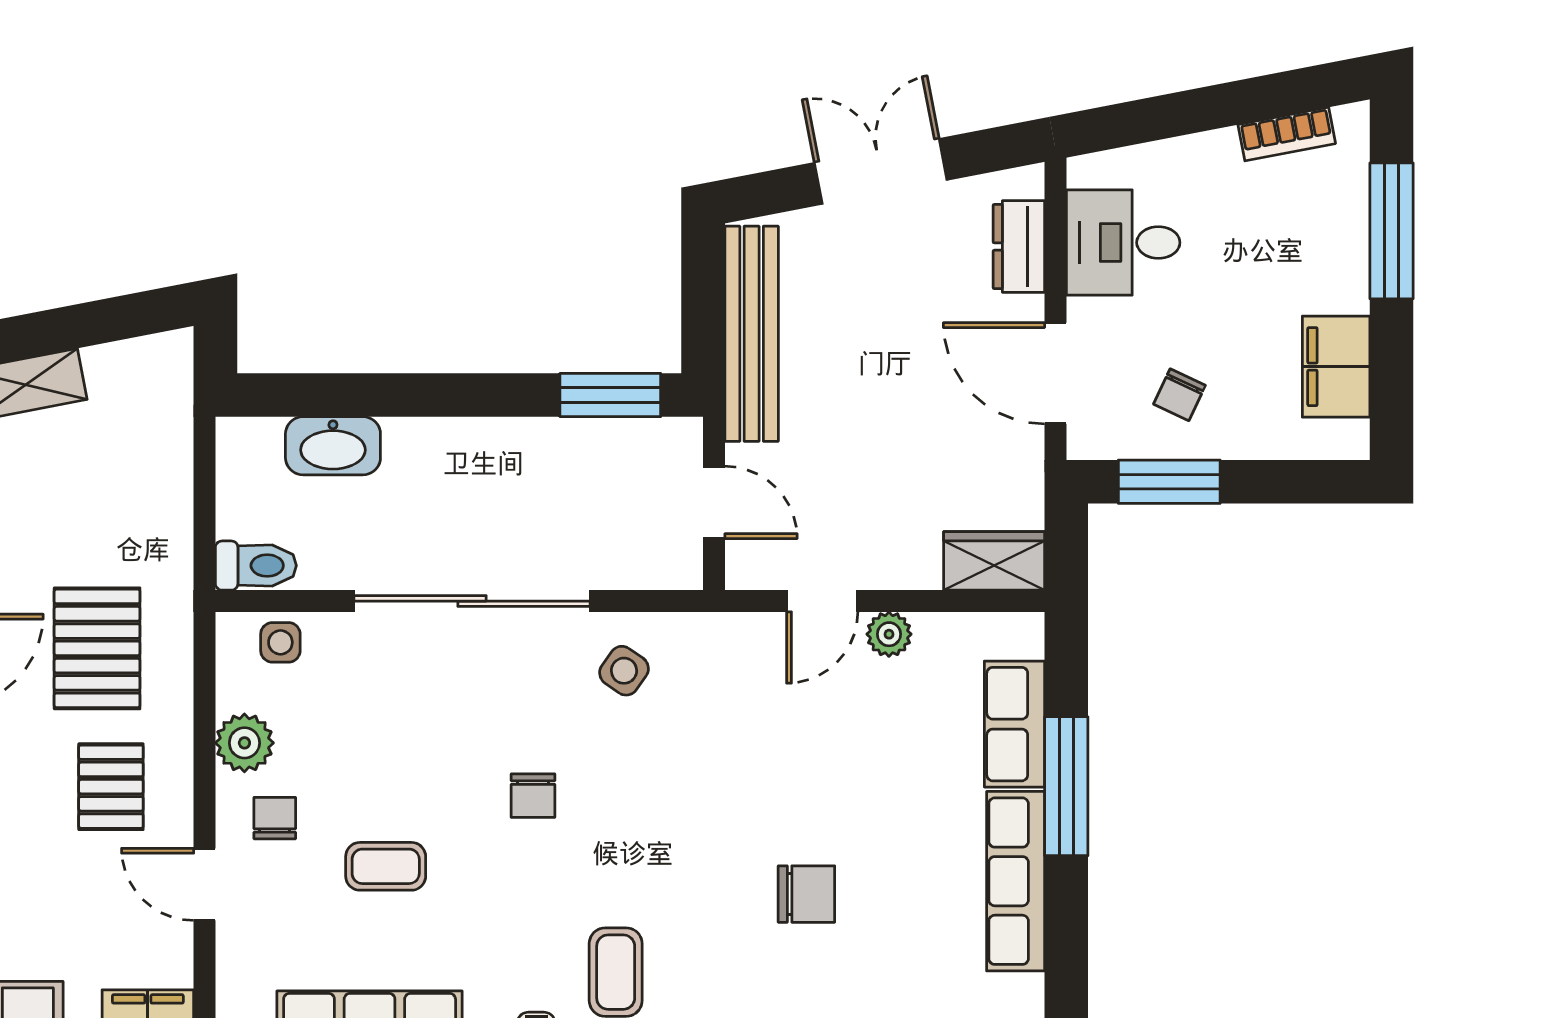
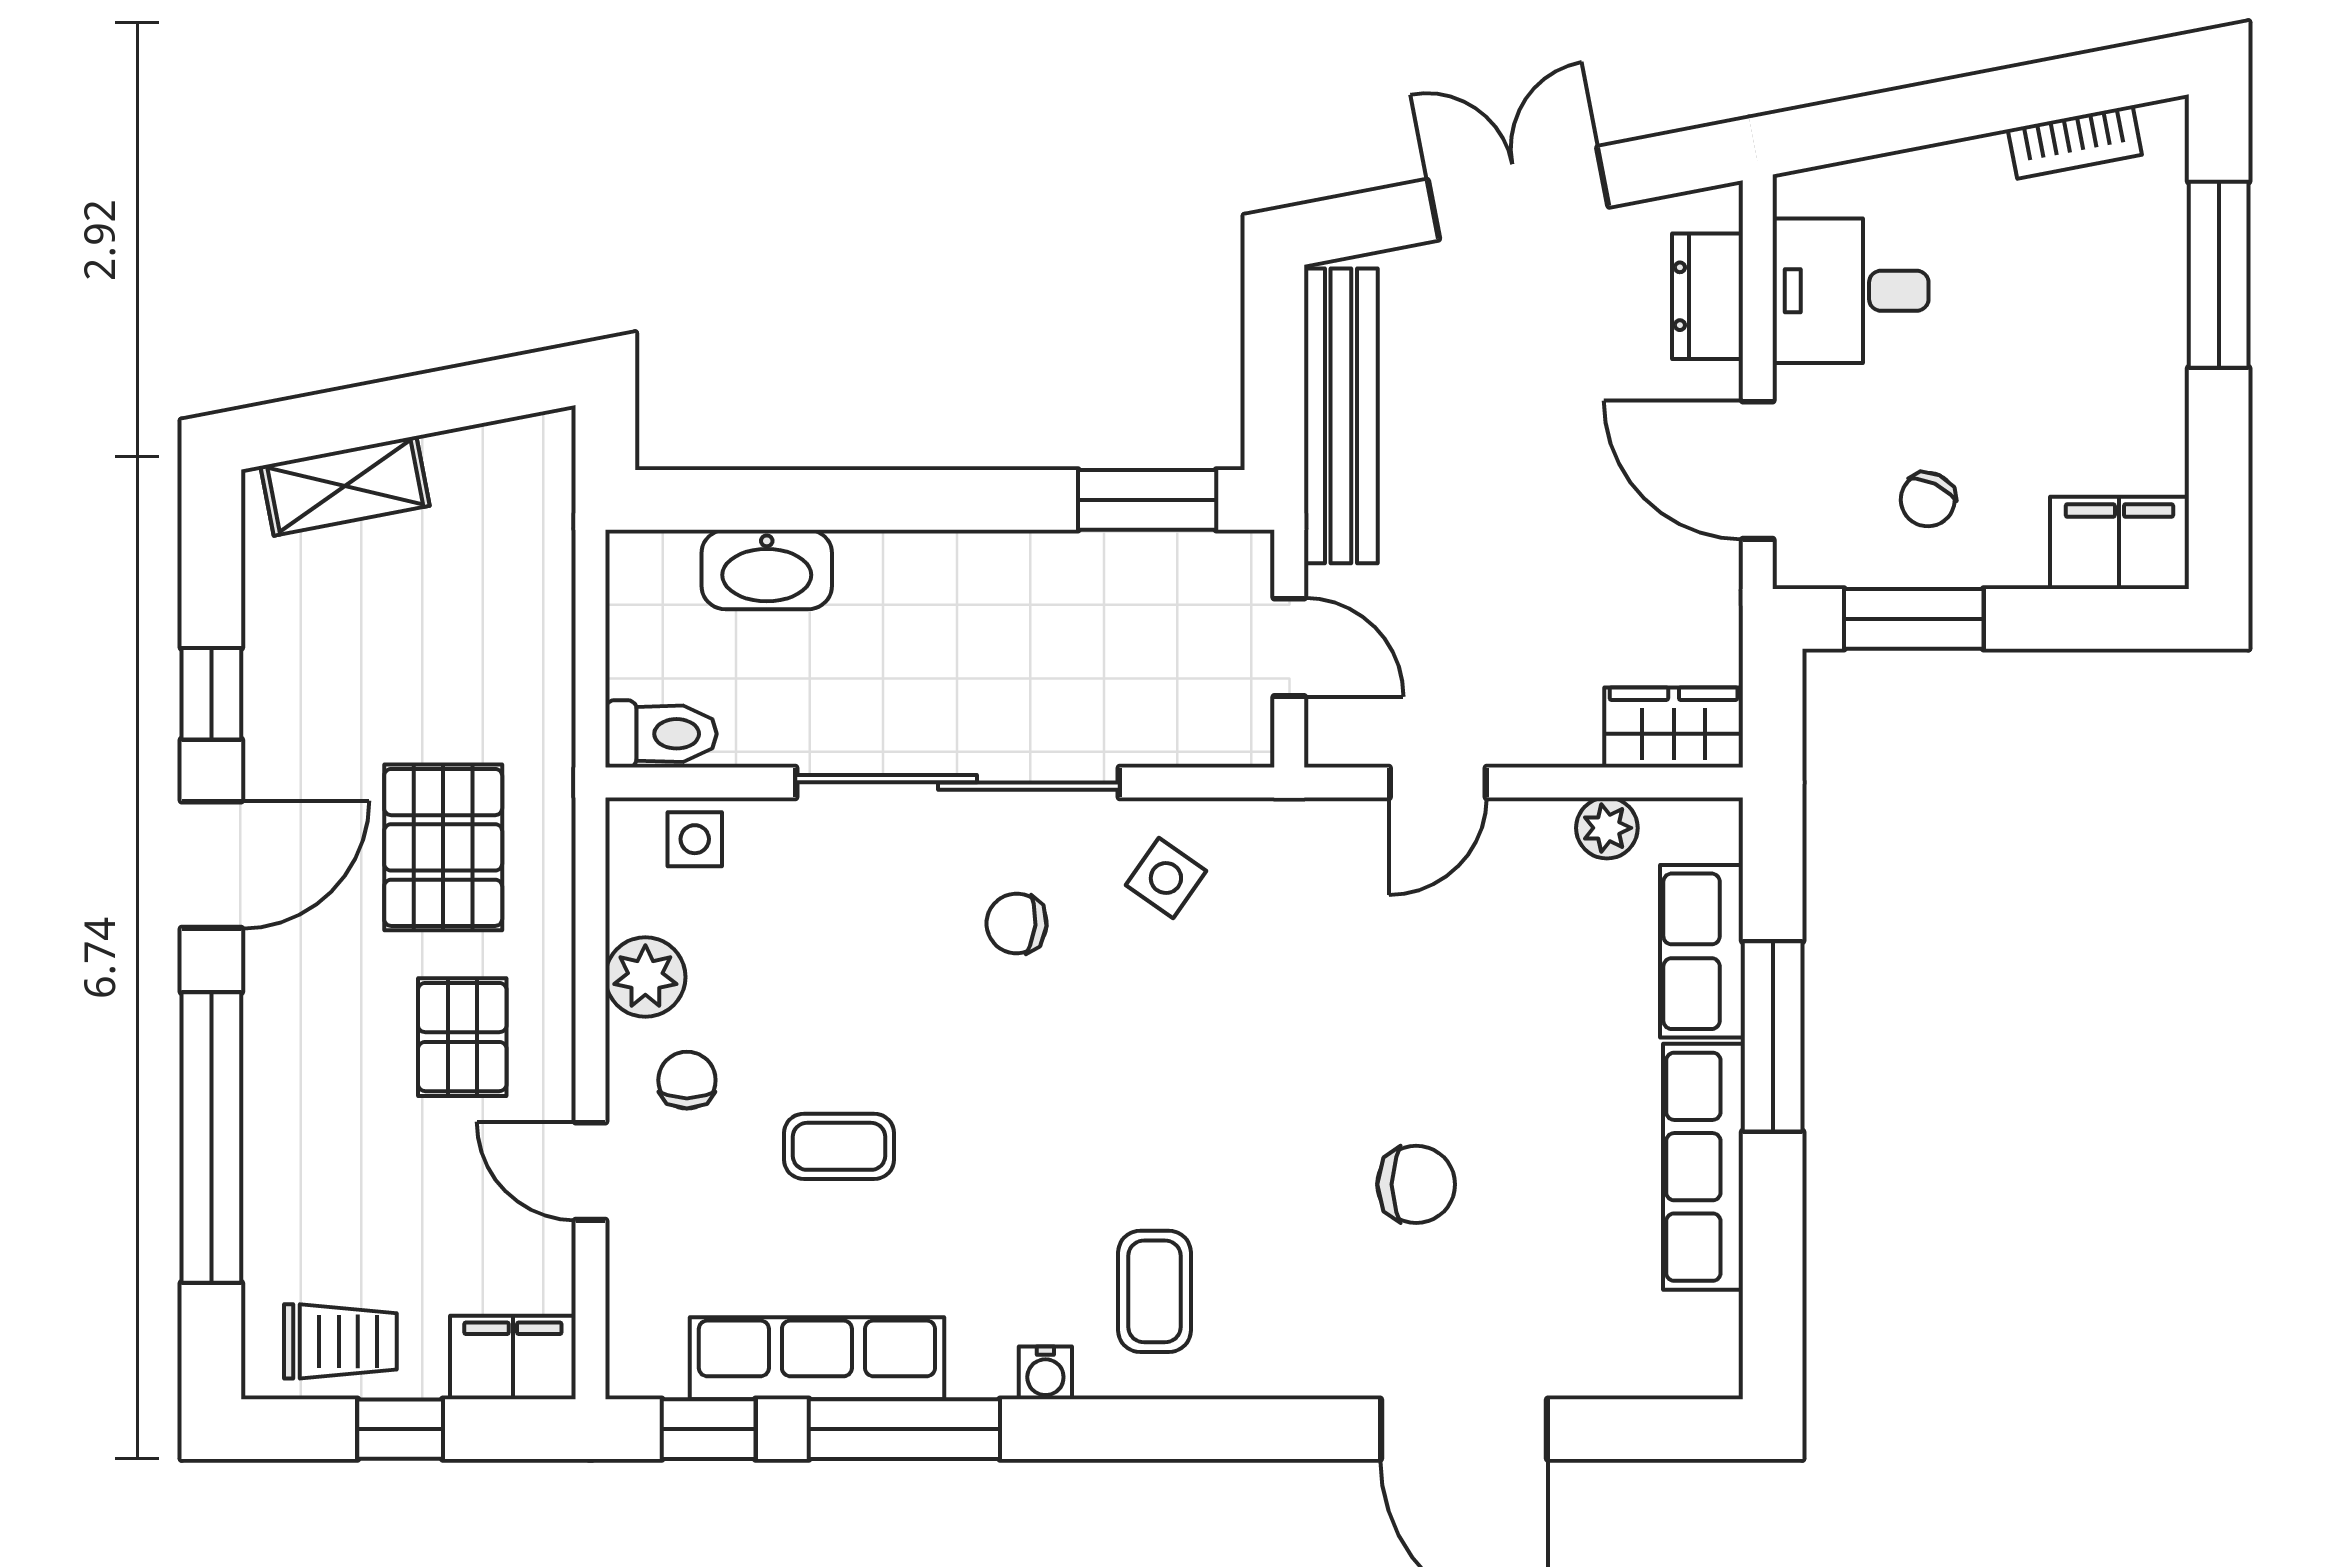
filing cabinet: (1336, 367) -> (2119, 543), moved, turned 90
plant: (889, 634) -> (1607, 828), moved
chair: (533, 796) -> (1017, 923), moved, turned 95

